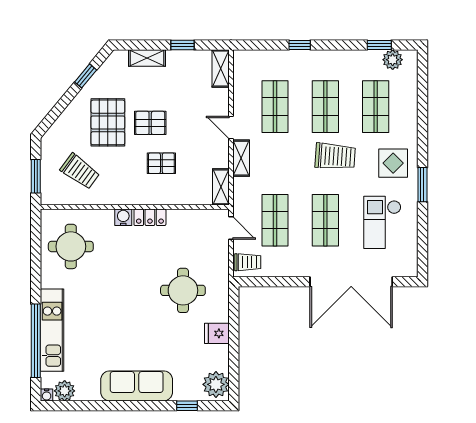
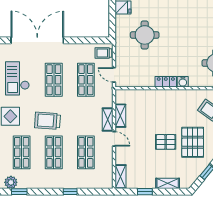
pallet: (161, 163) -> (158, 116), removed
shelving: (221, 187) -> (120, 116), moved
checkout: (382, 222) -> (17, 78), turned 180

